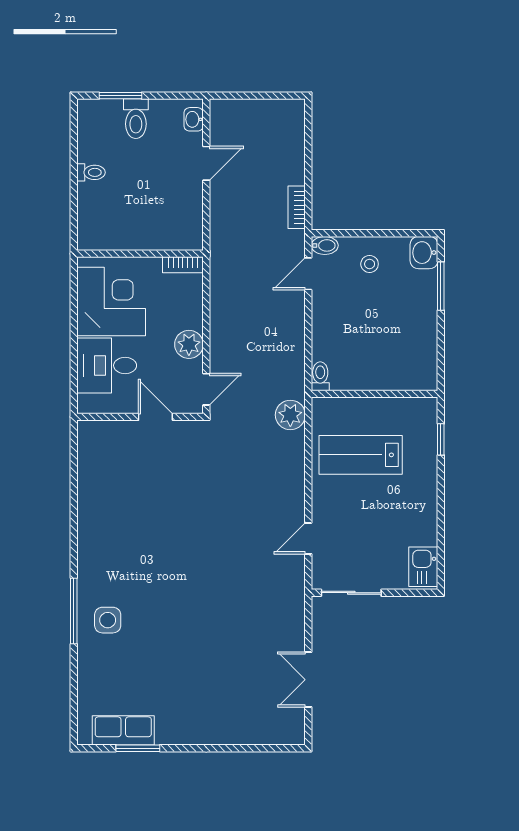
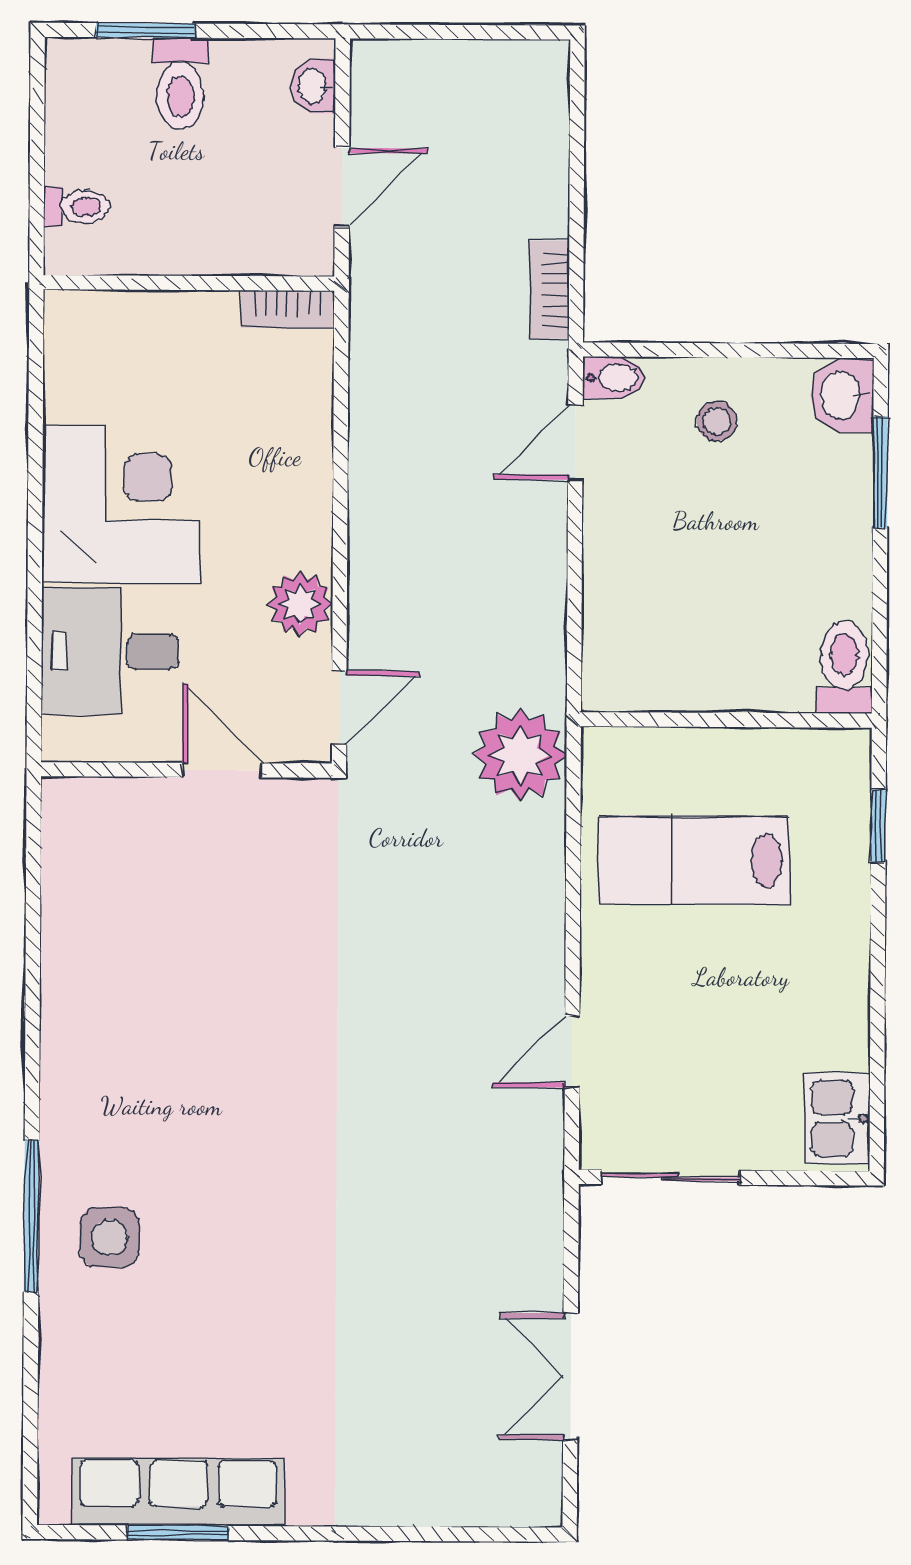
wall: (140, 254) -> (189, 283), moved
bookcase: (183, 265) -> (288, 309), moved
toilet: (320, 376) -> (844, 667), moved, width x1.37, depth x1.39
plant: (290, 415) -> (520, 755), width x1.36, depth x1.36
row of seats: (123, 730) -> (178, 1492), width x1.48

